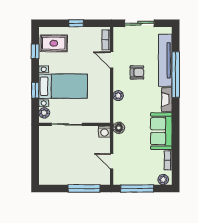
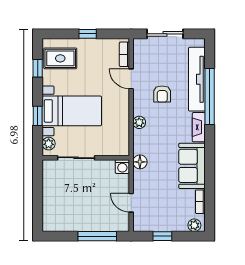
armchair: (137, 72) -> (162, 94), turned 90
window: (137, 189) -> (162, 236), width x0.46

